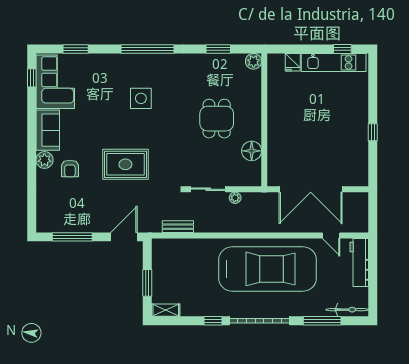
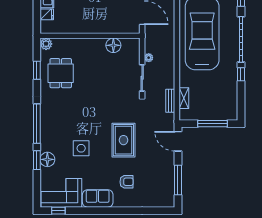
window: (76, 49) -> (37, 160), moved
floor lamp: (100, 63) -> (47, 159), added
side table: (141, 98) -> (81, 148), moved
dining table: (217, 119) -> (61, 73), moved, turned 90
plant: (44, 160) -> (120, 201), removed
window: (147, 283) -> (212, 124), width x1.44
shelving: (166, 310) -> (184, 98), moved

